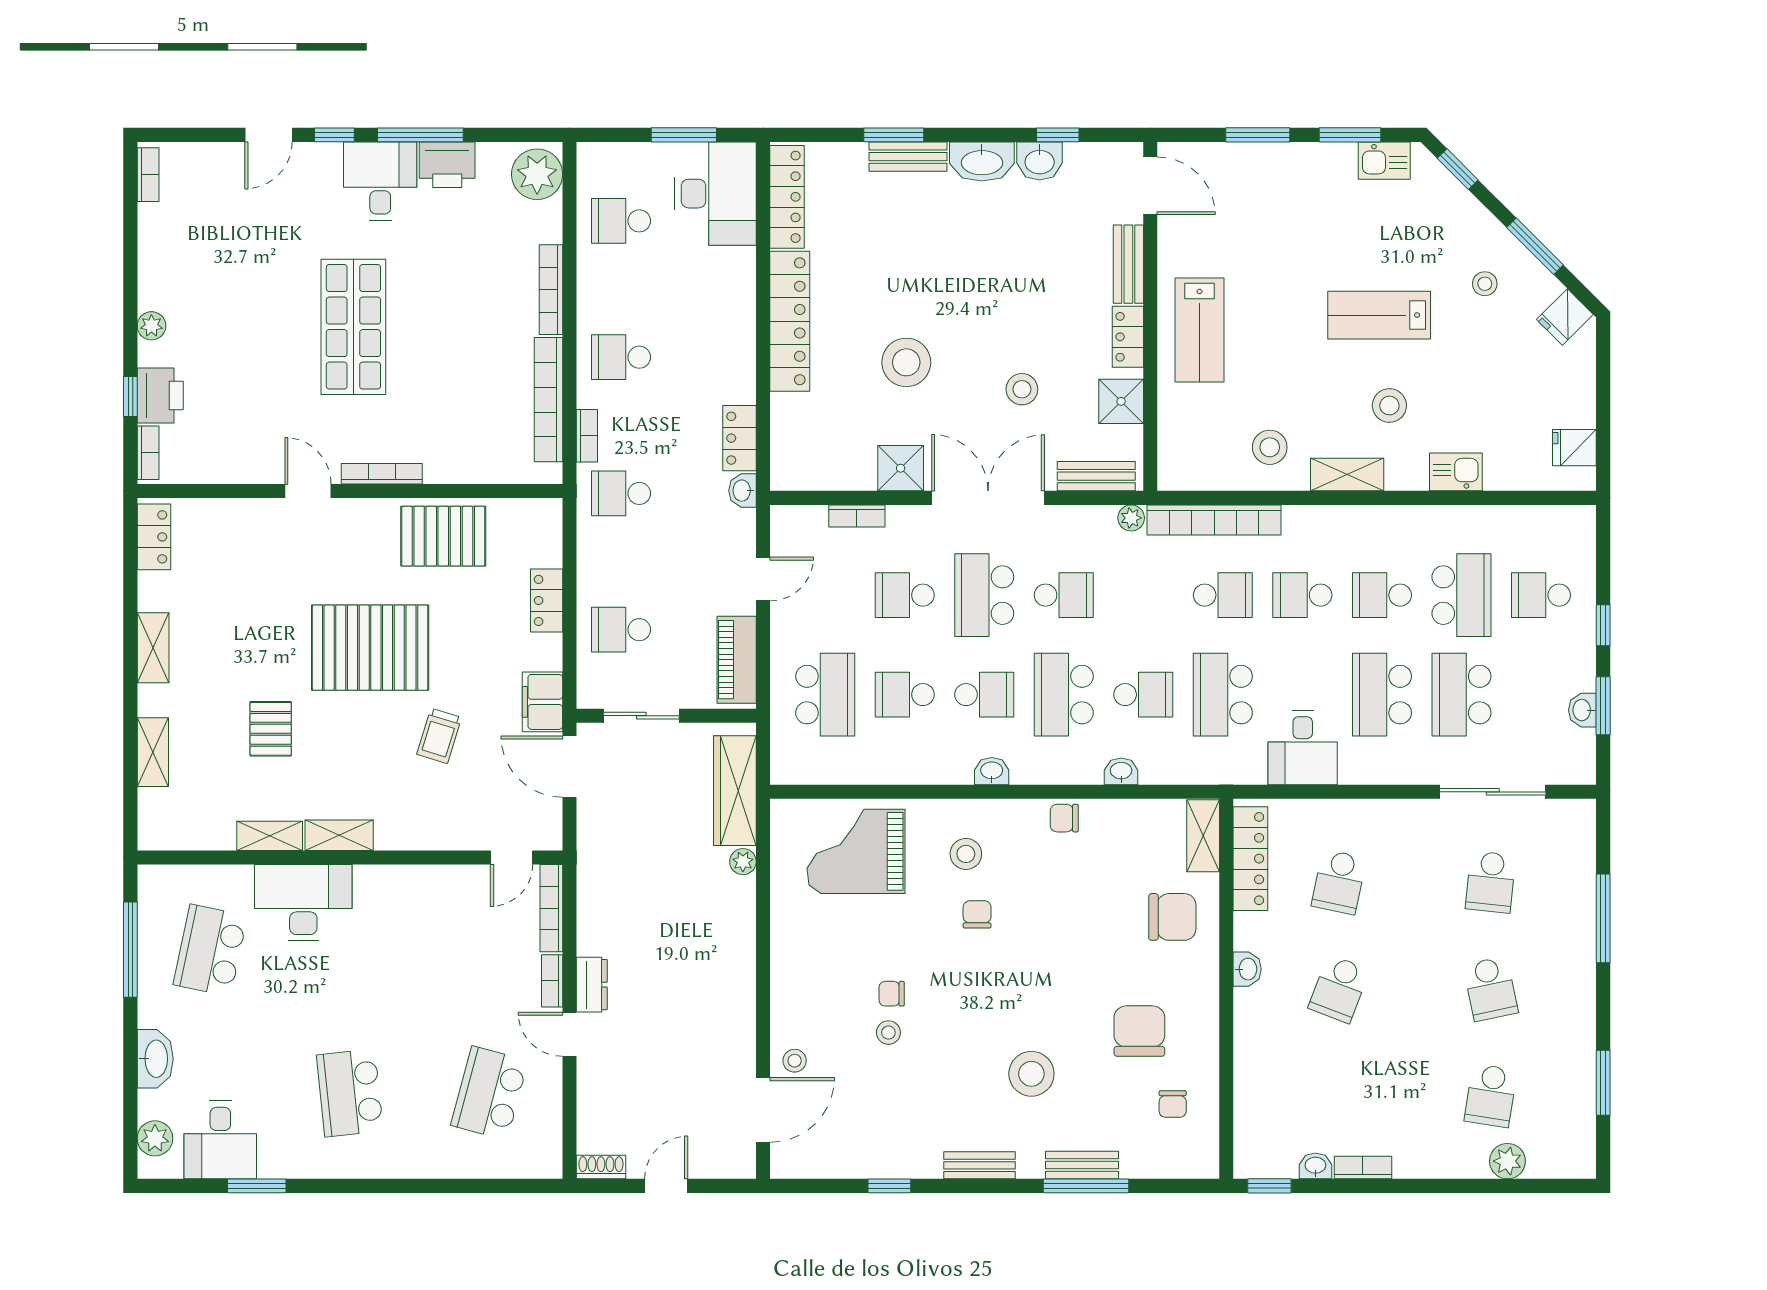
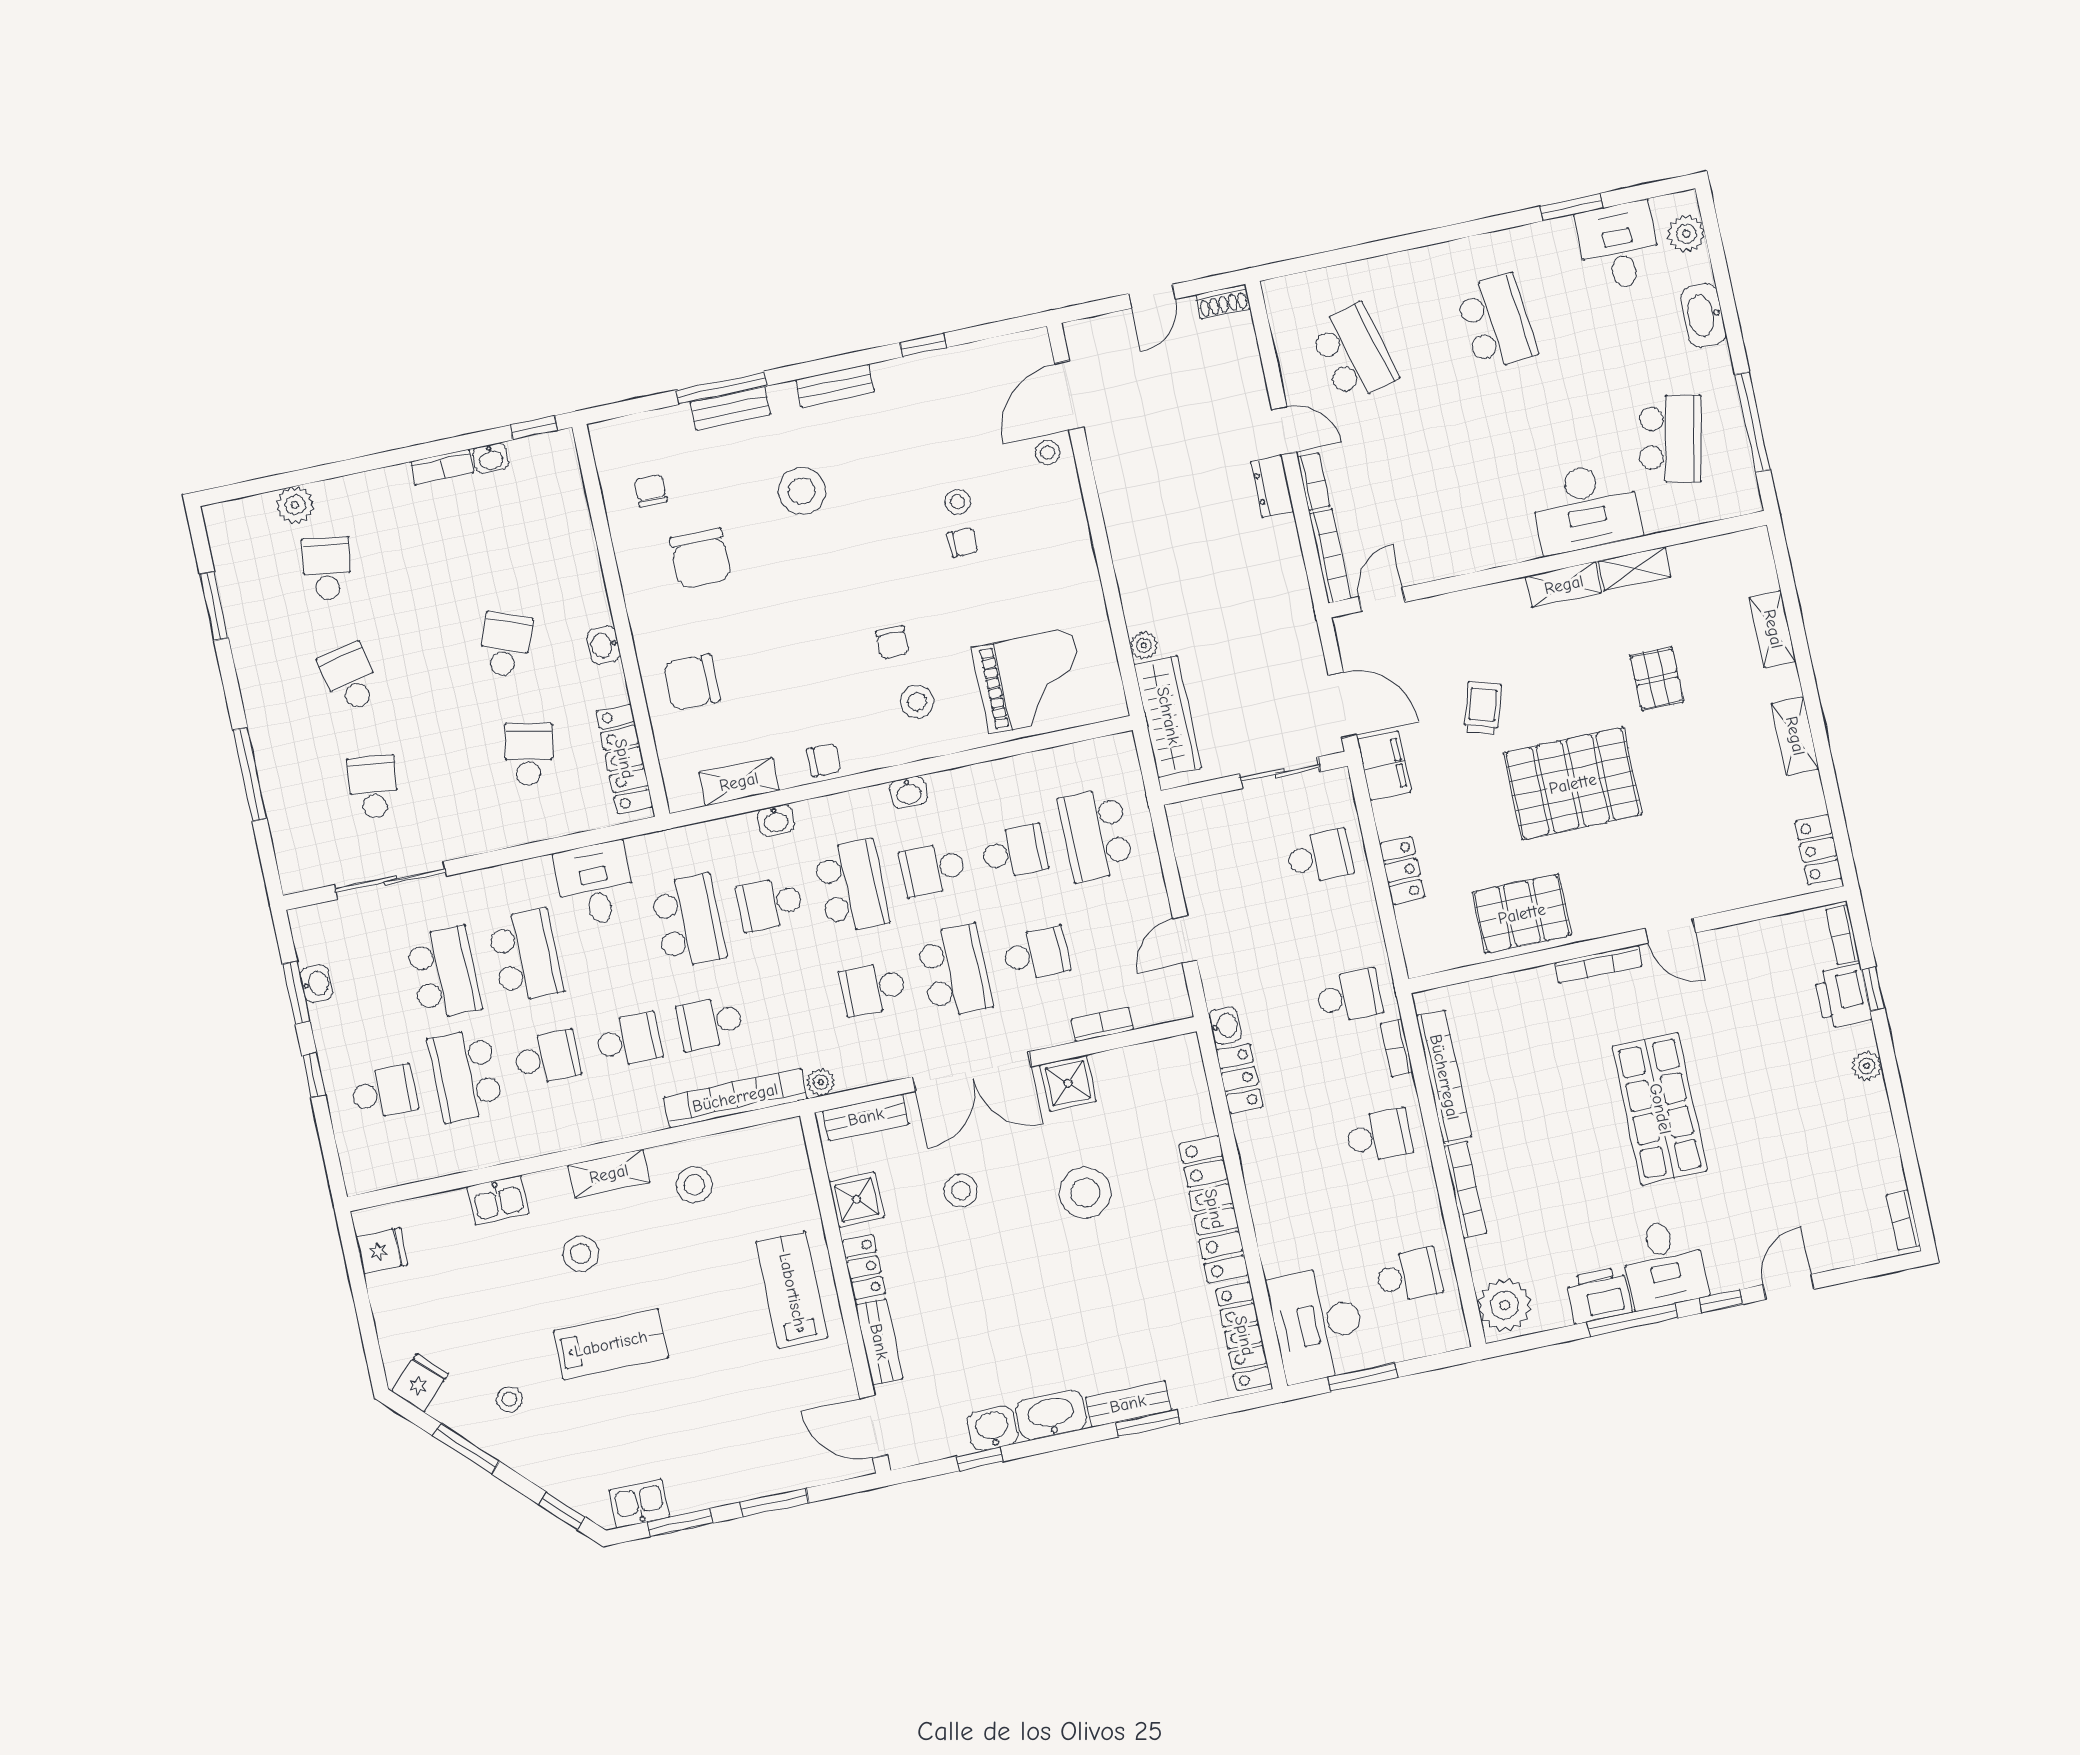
piano: (737, 660) -> (1194, 851), removed
shelving: (1203, 836) -> (739, 782), moved, turned 90
school desk: (489, 1093) -> (1353, 353), turned -30

